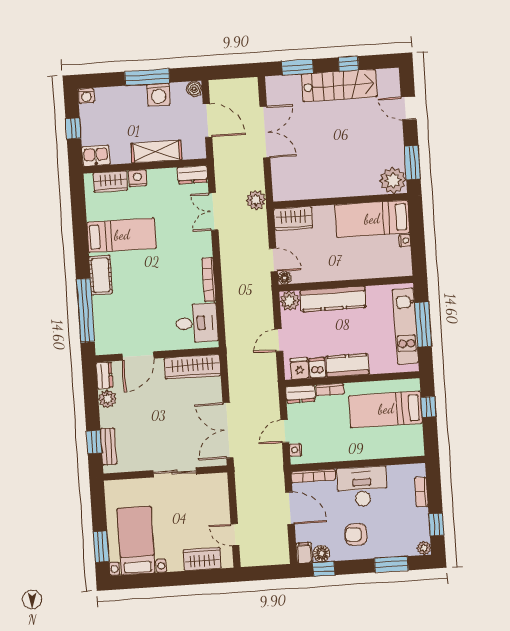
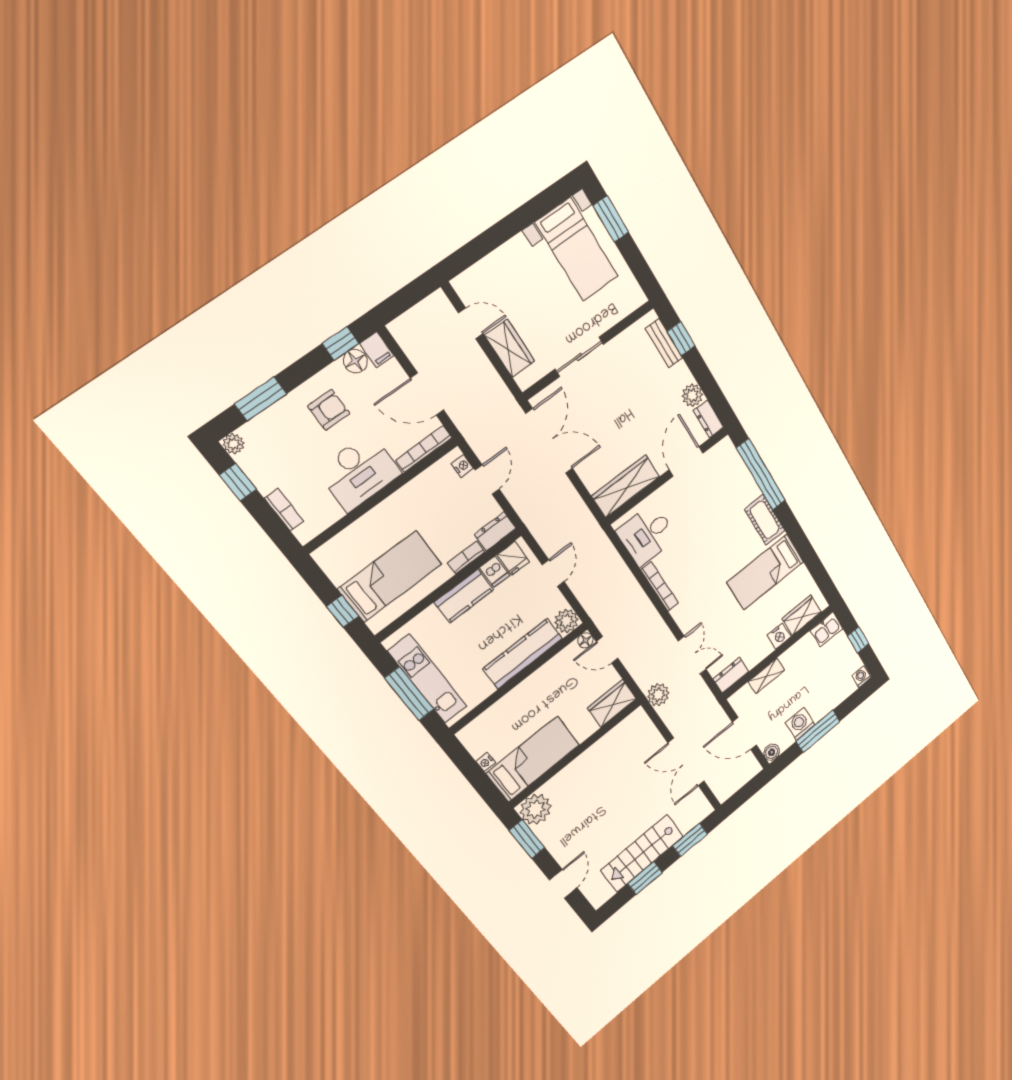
window: (348, 64) -> (645, 878), width x1.50
door: (409, 108) -> (563, 884), hinge flipped
shelving: (156, 152) -> (767, 676), width x0.67, depth x0.75
wardrobe: (202, 559) -> (510, 348), moved, turned -90

